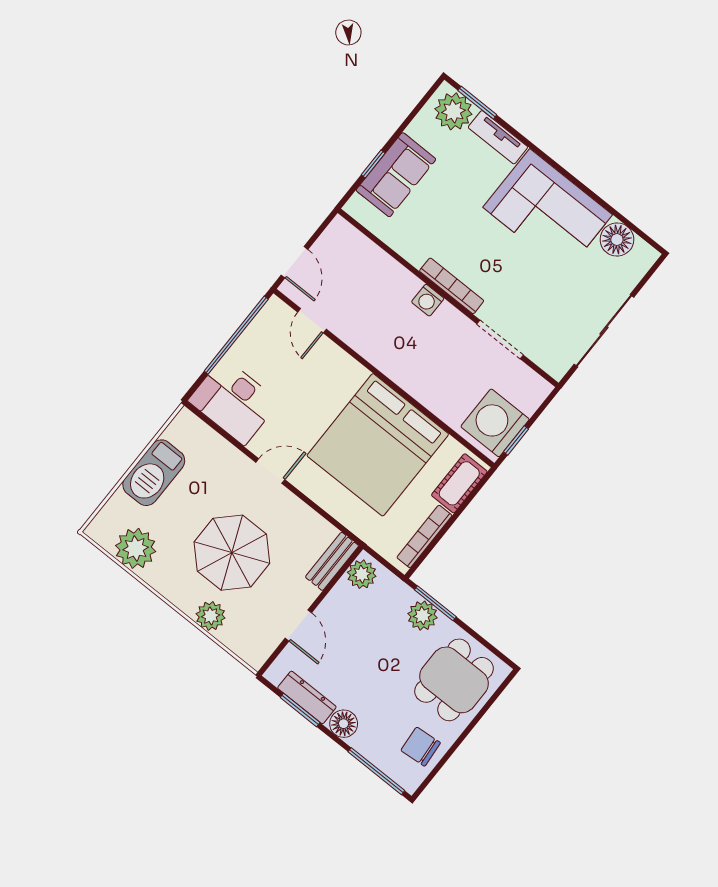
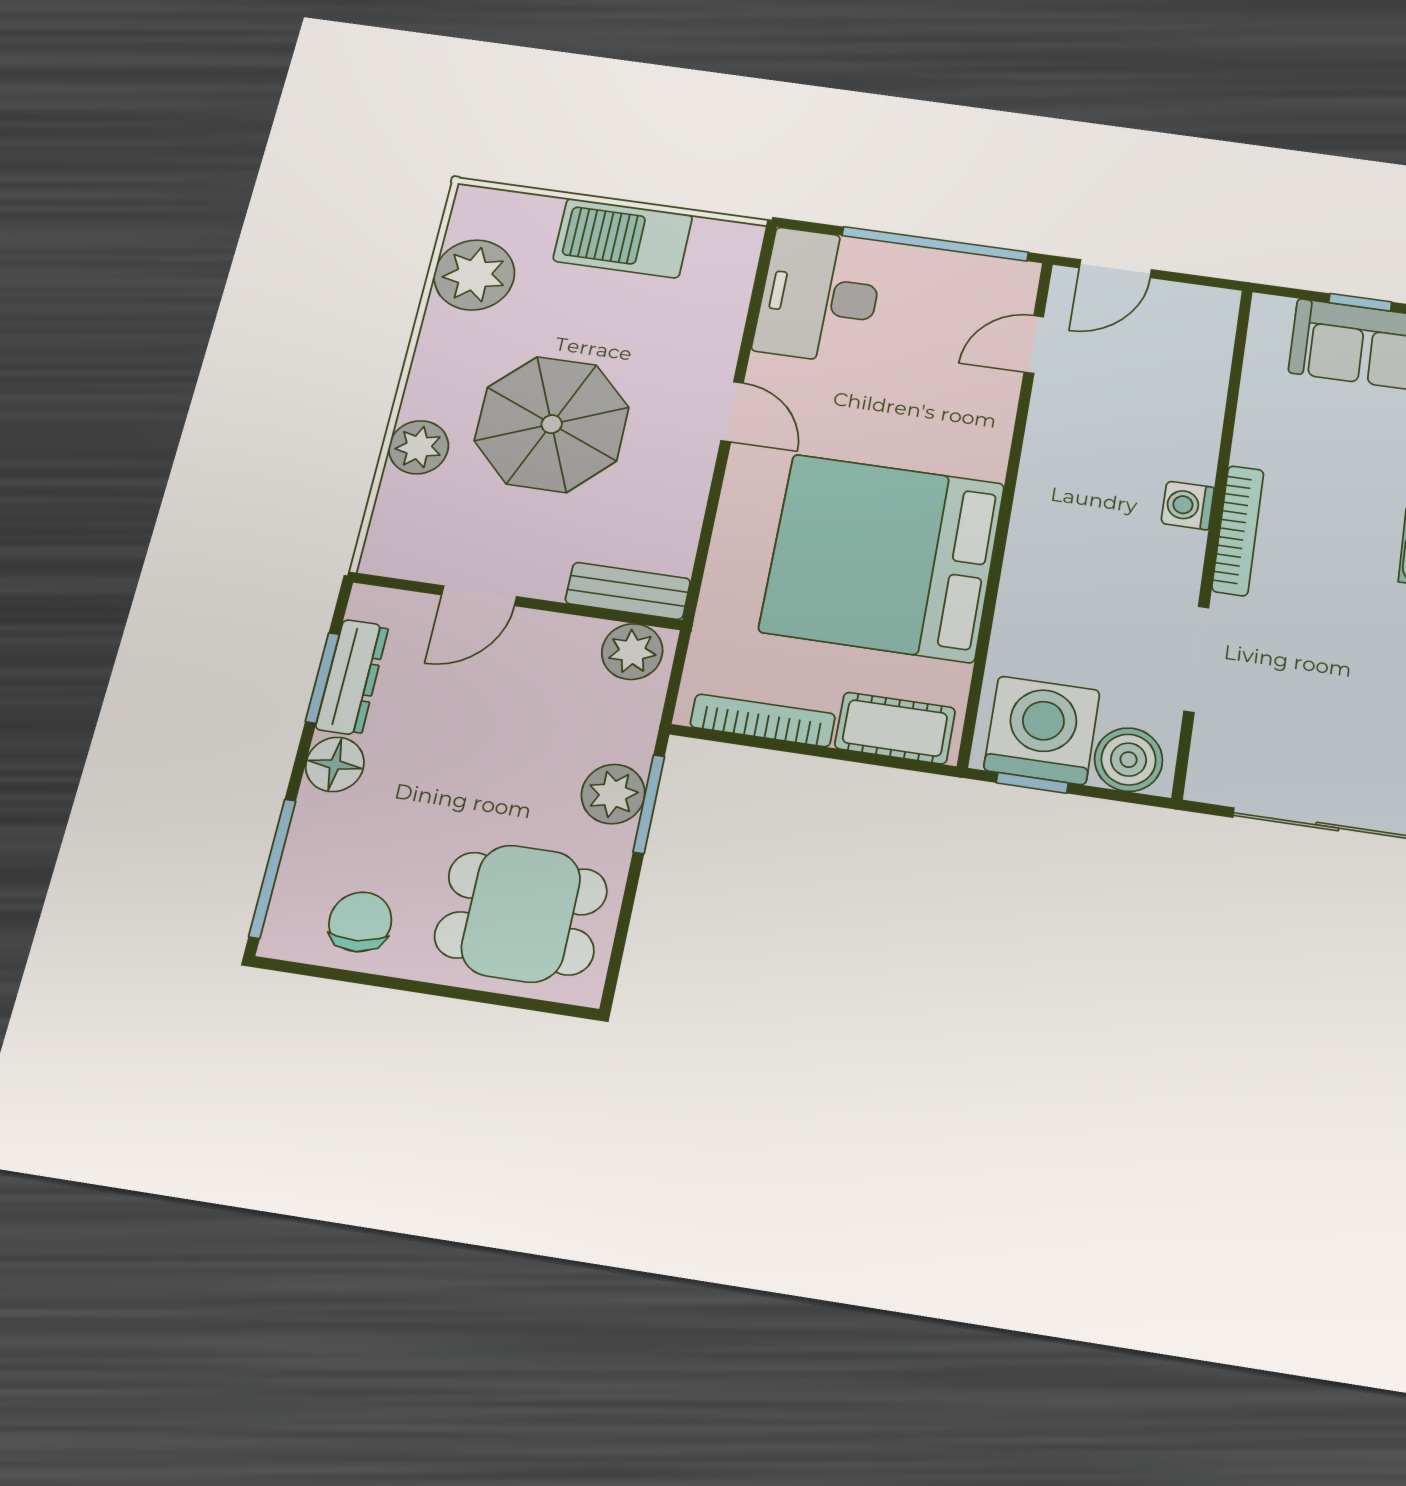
boiler: (529, 395) -> (1129, 760), added

